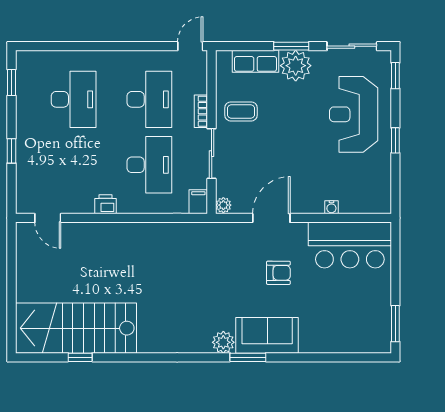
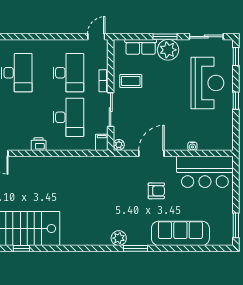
reception desk: (354, 114) -> (207, 83), turned 180
sofa: (267, 335) -> (180, 233), moved, width x1.36

